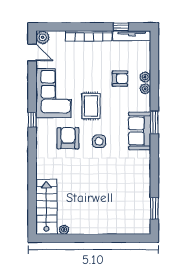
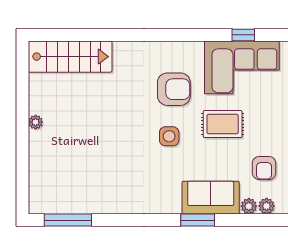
window: (32, 120) -> (243, 35), moved
sofa: (140, 131) -> (211, 198), moved
window: (154, 208) -> (68, 220), width x1.44
plant: (64, 230) -> (36, 122), moved

